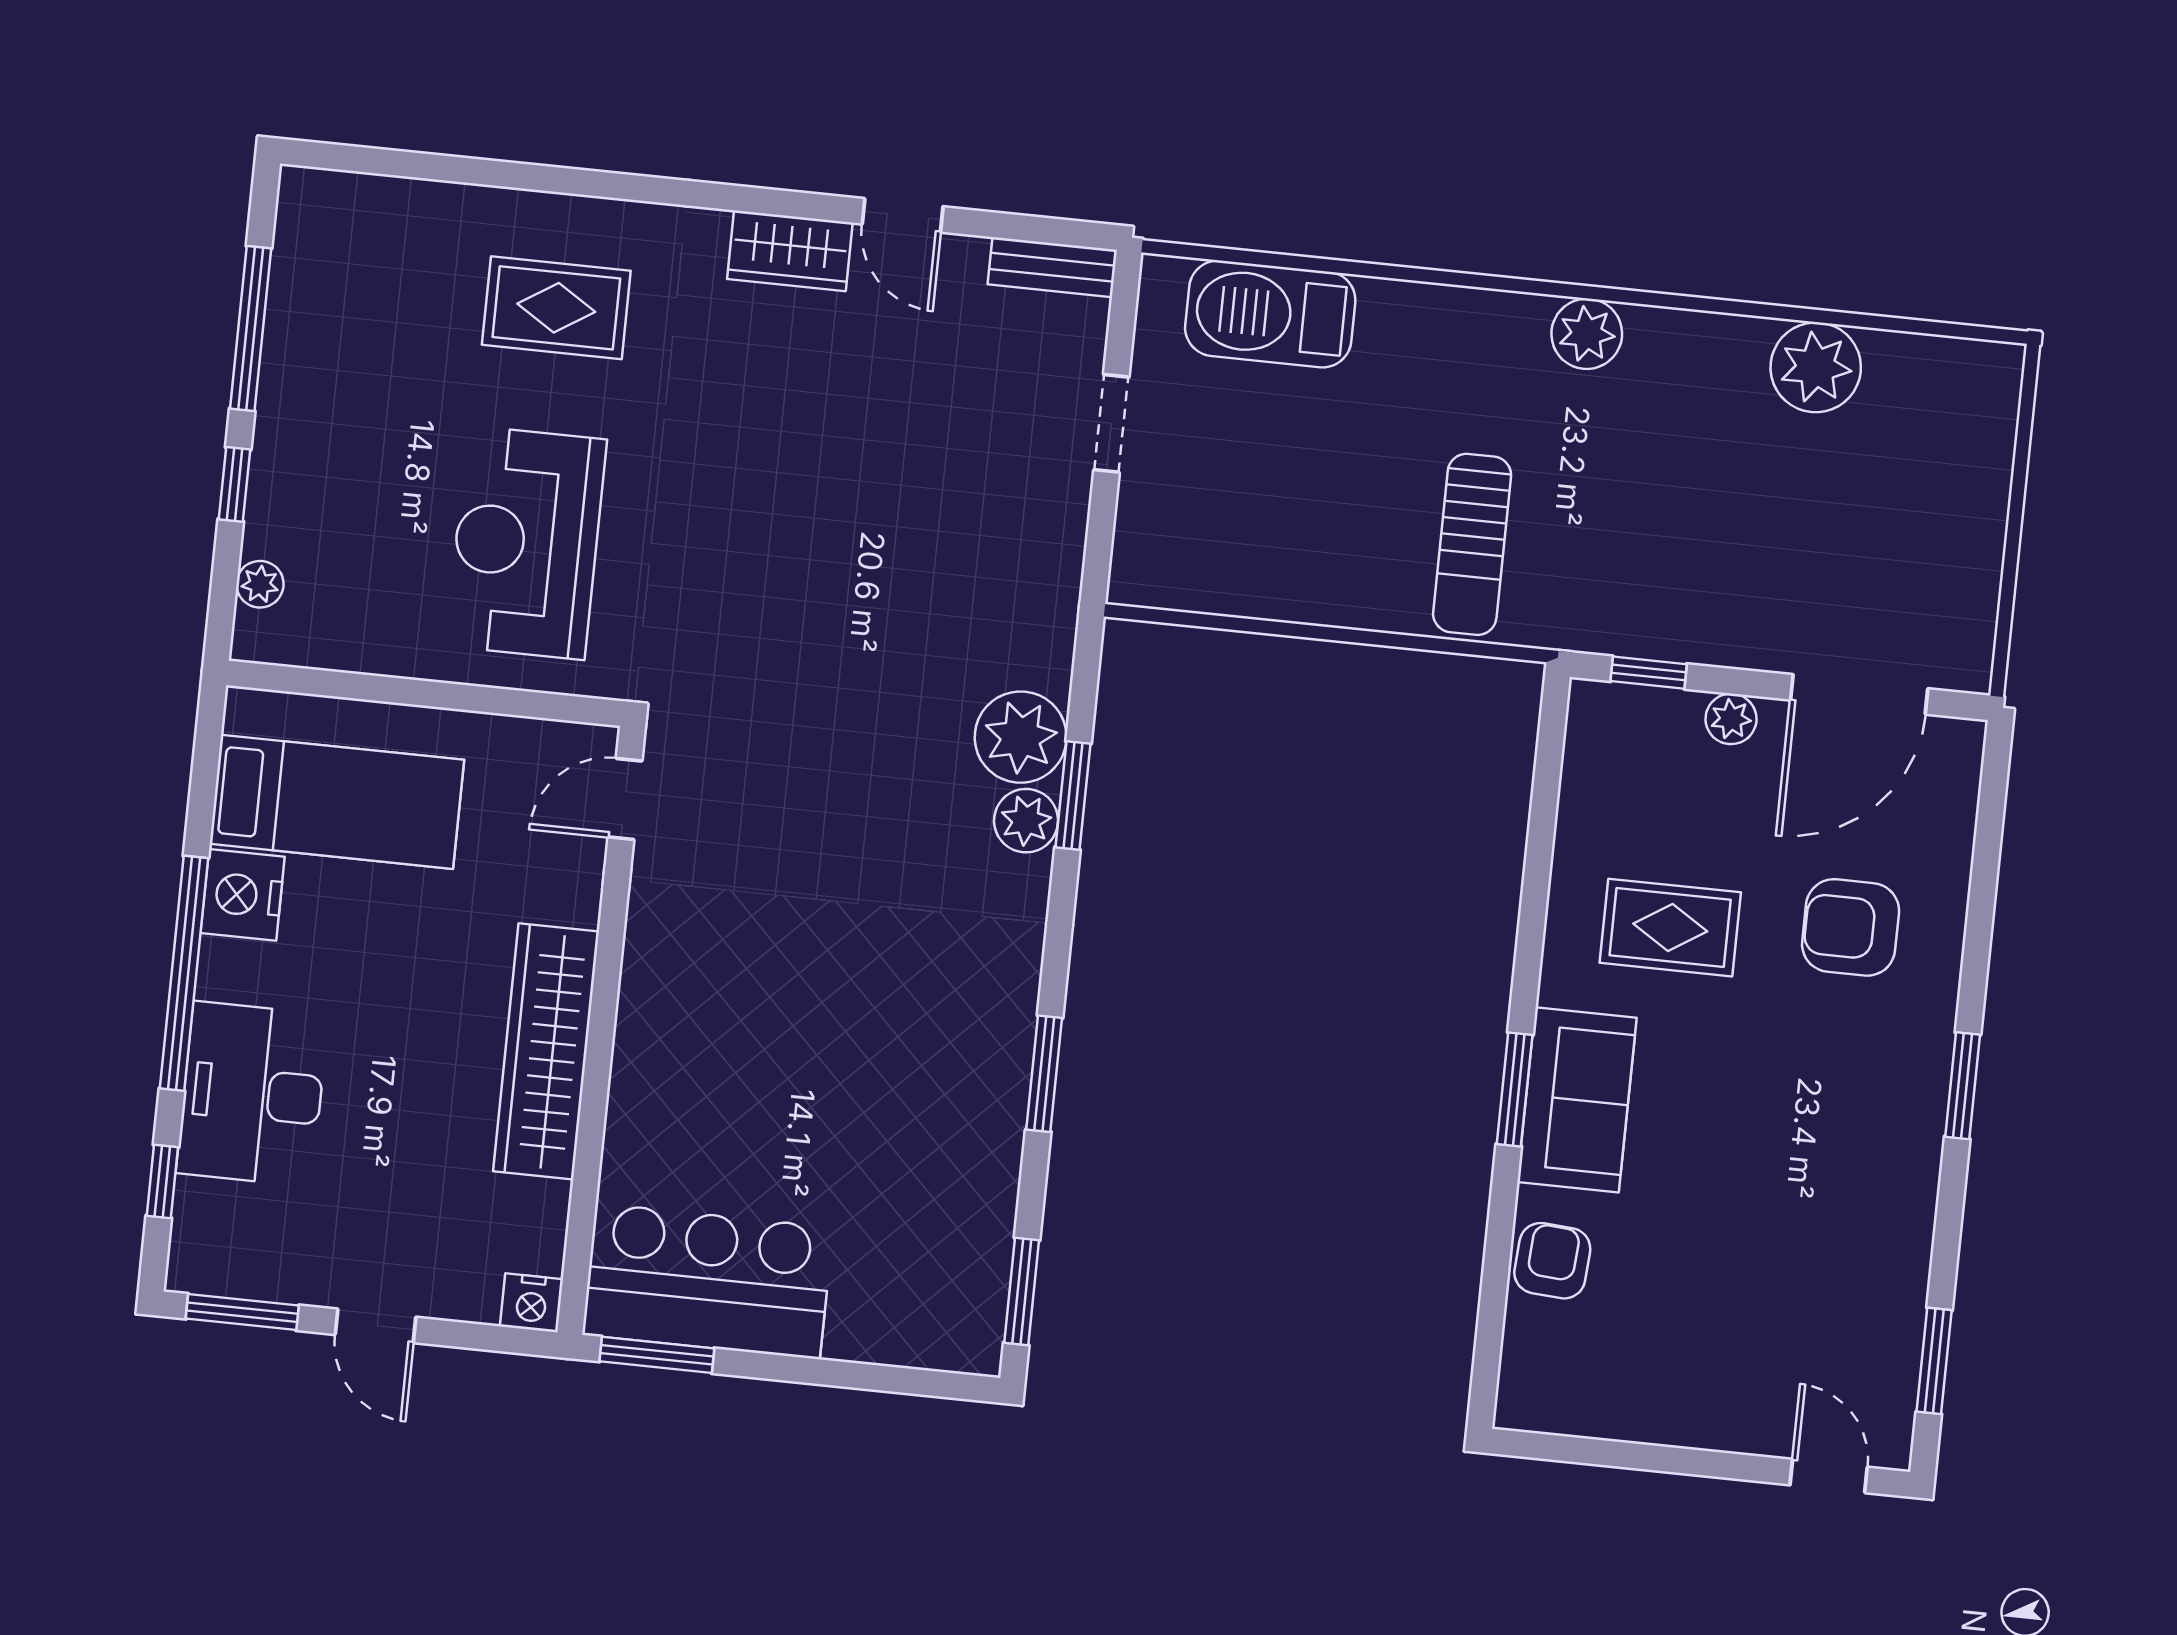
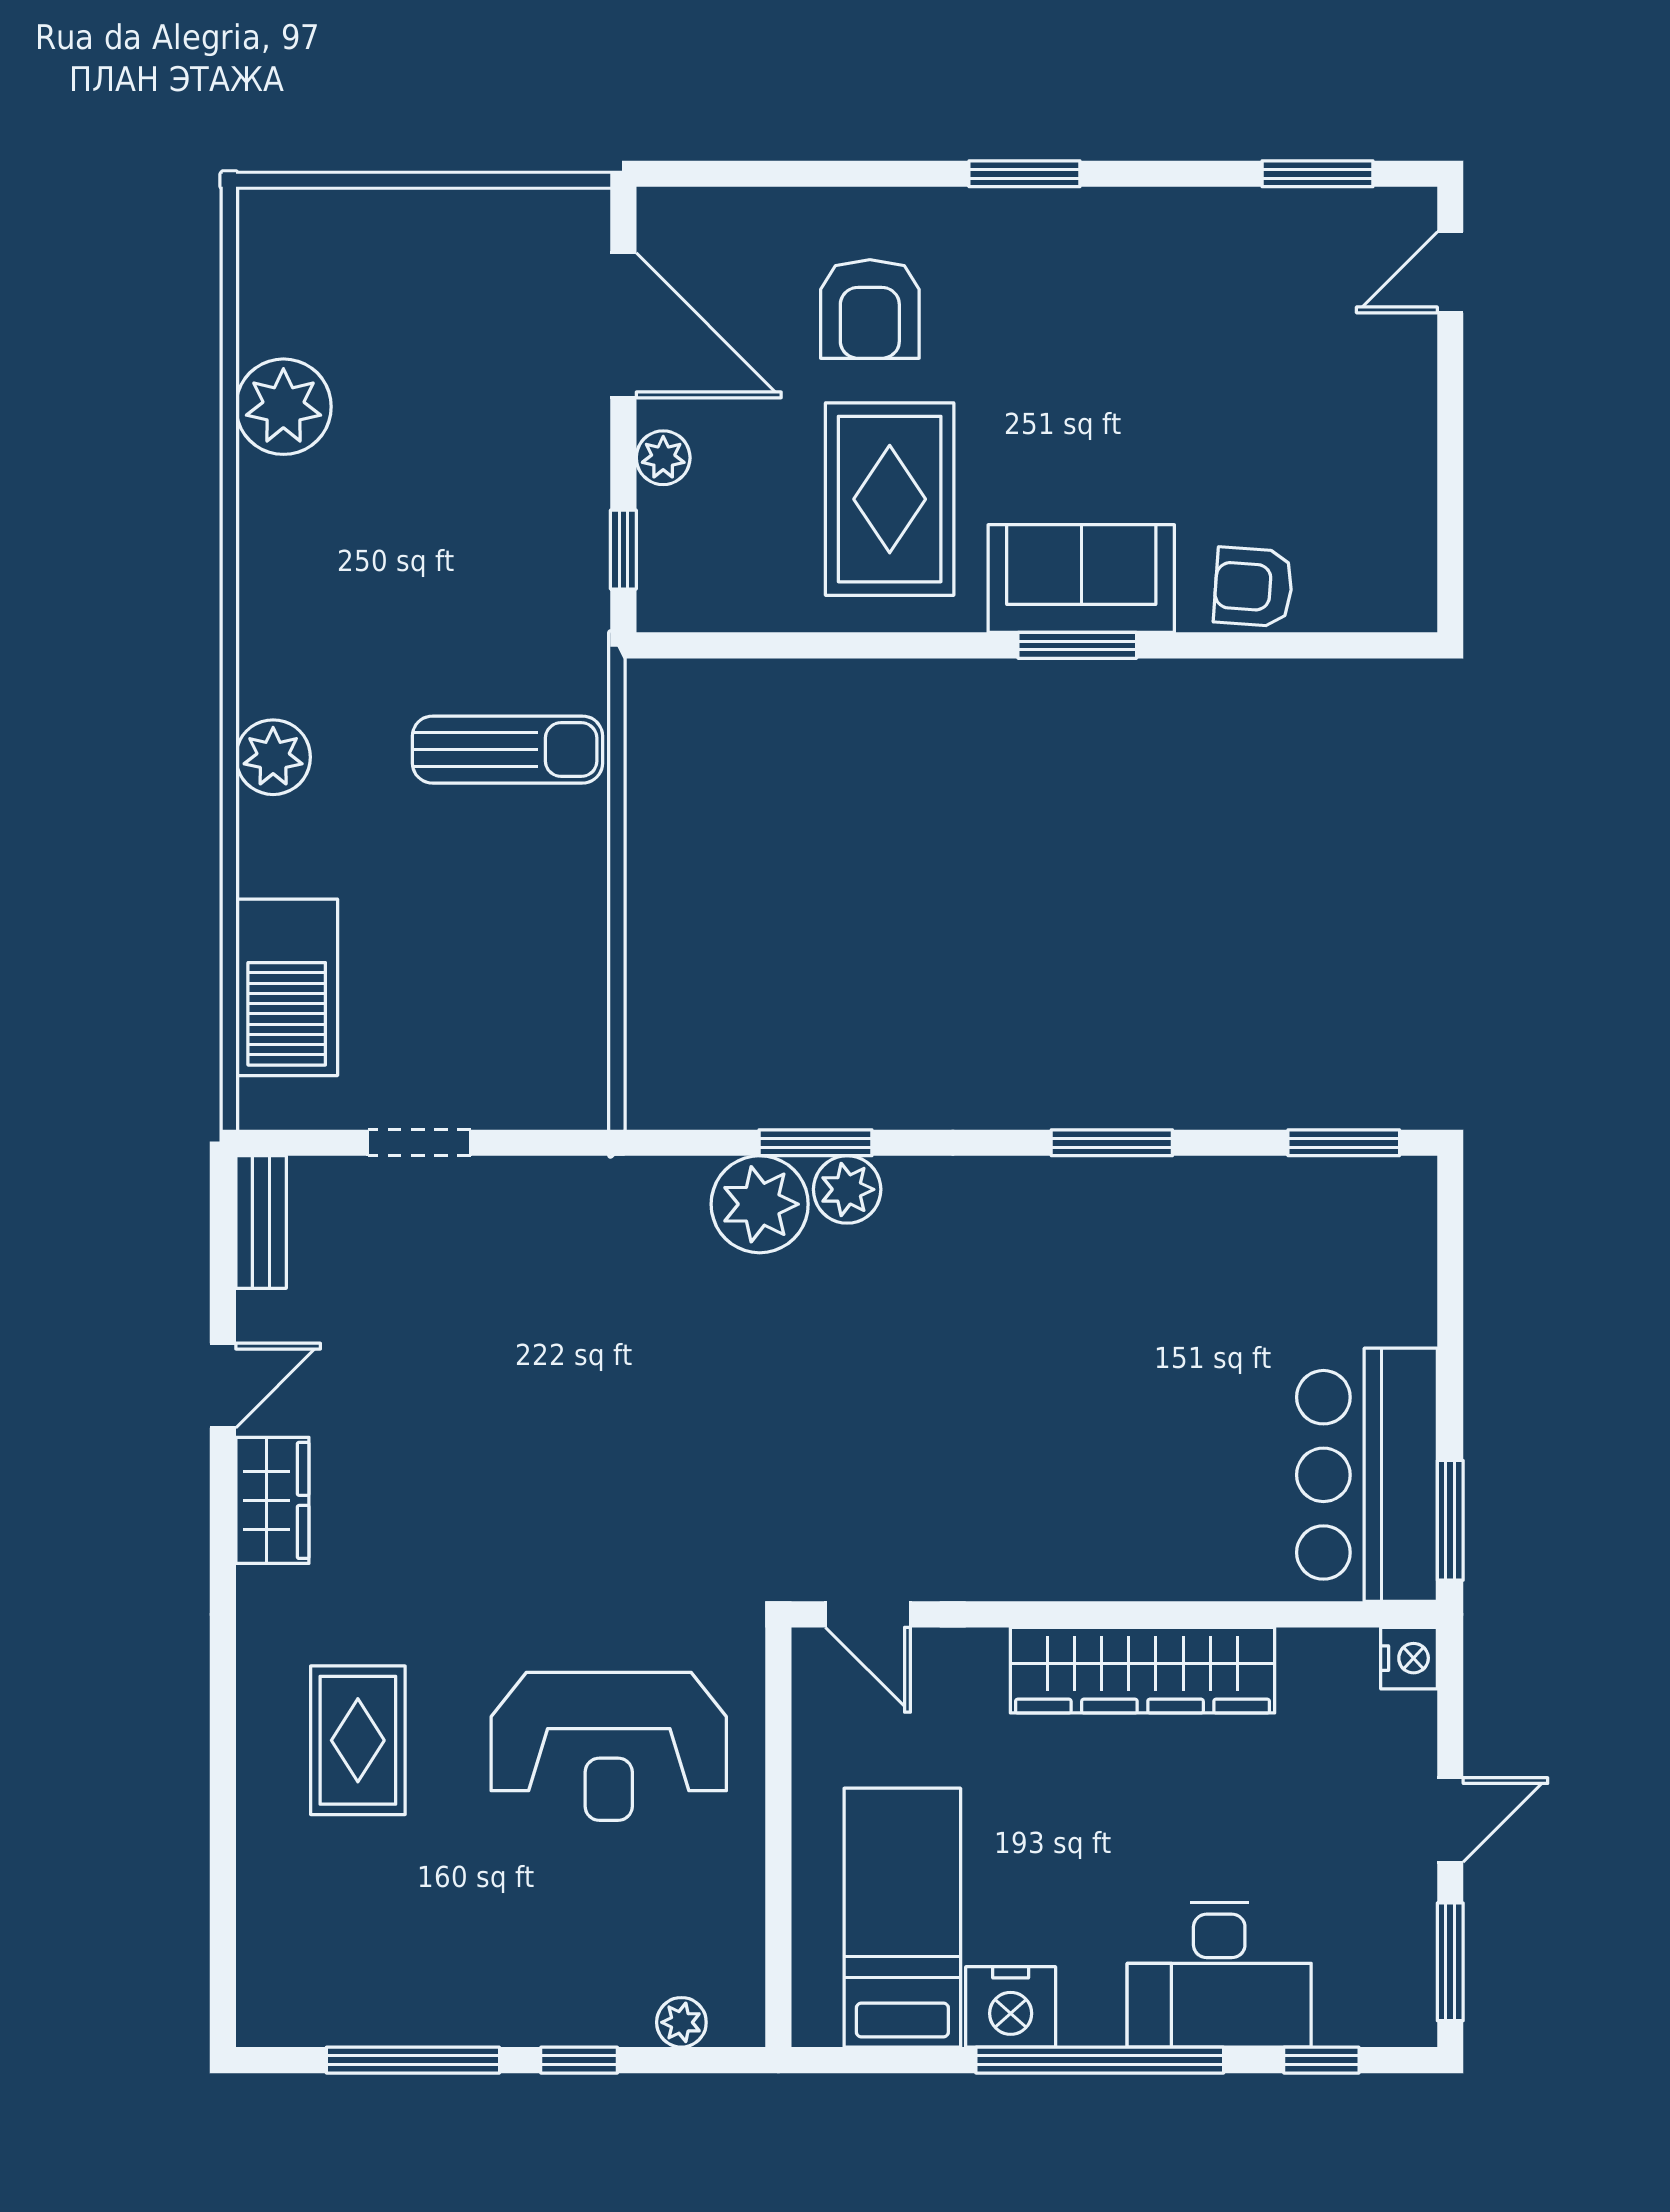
plant: (1587, 334) -> (273, 757), moved
rug: (1670, 928) -> (890, 499), width x1.36, depth x1.43

